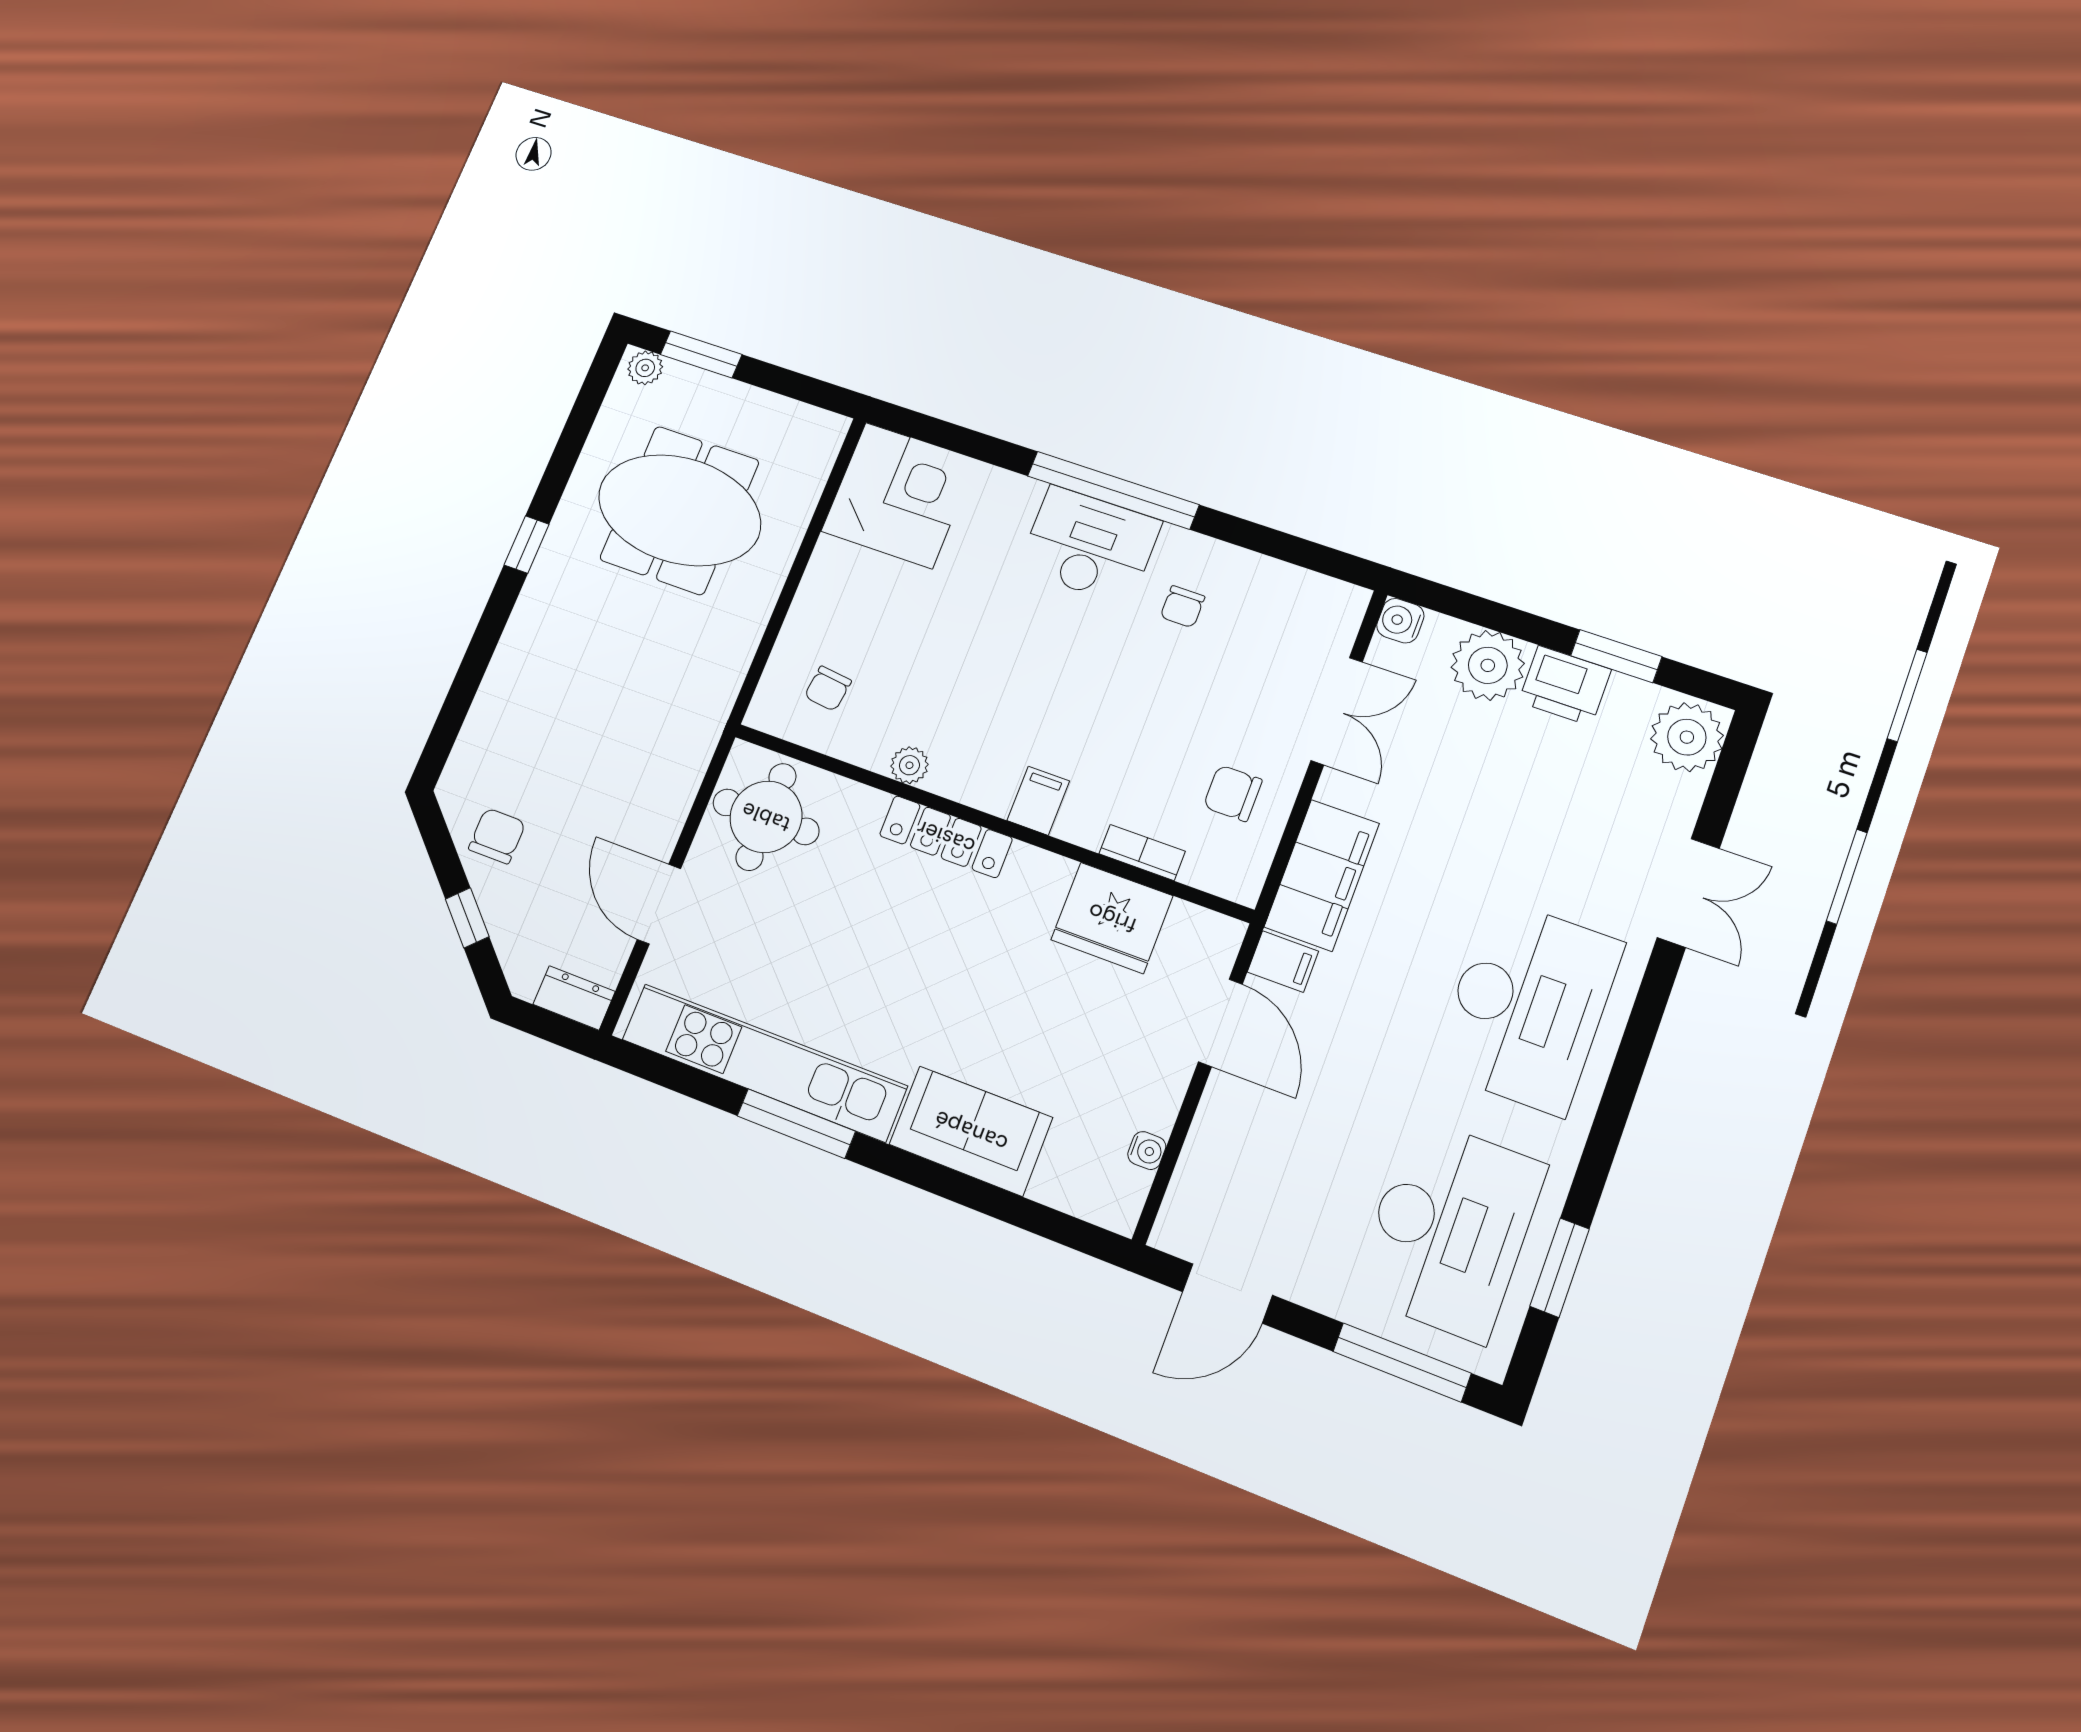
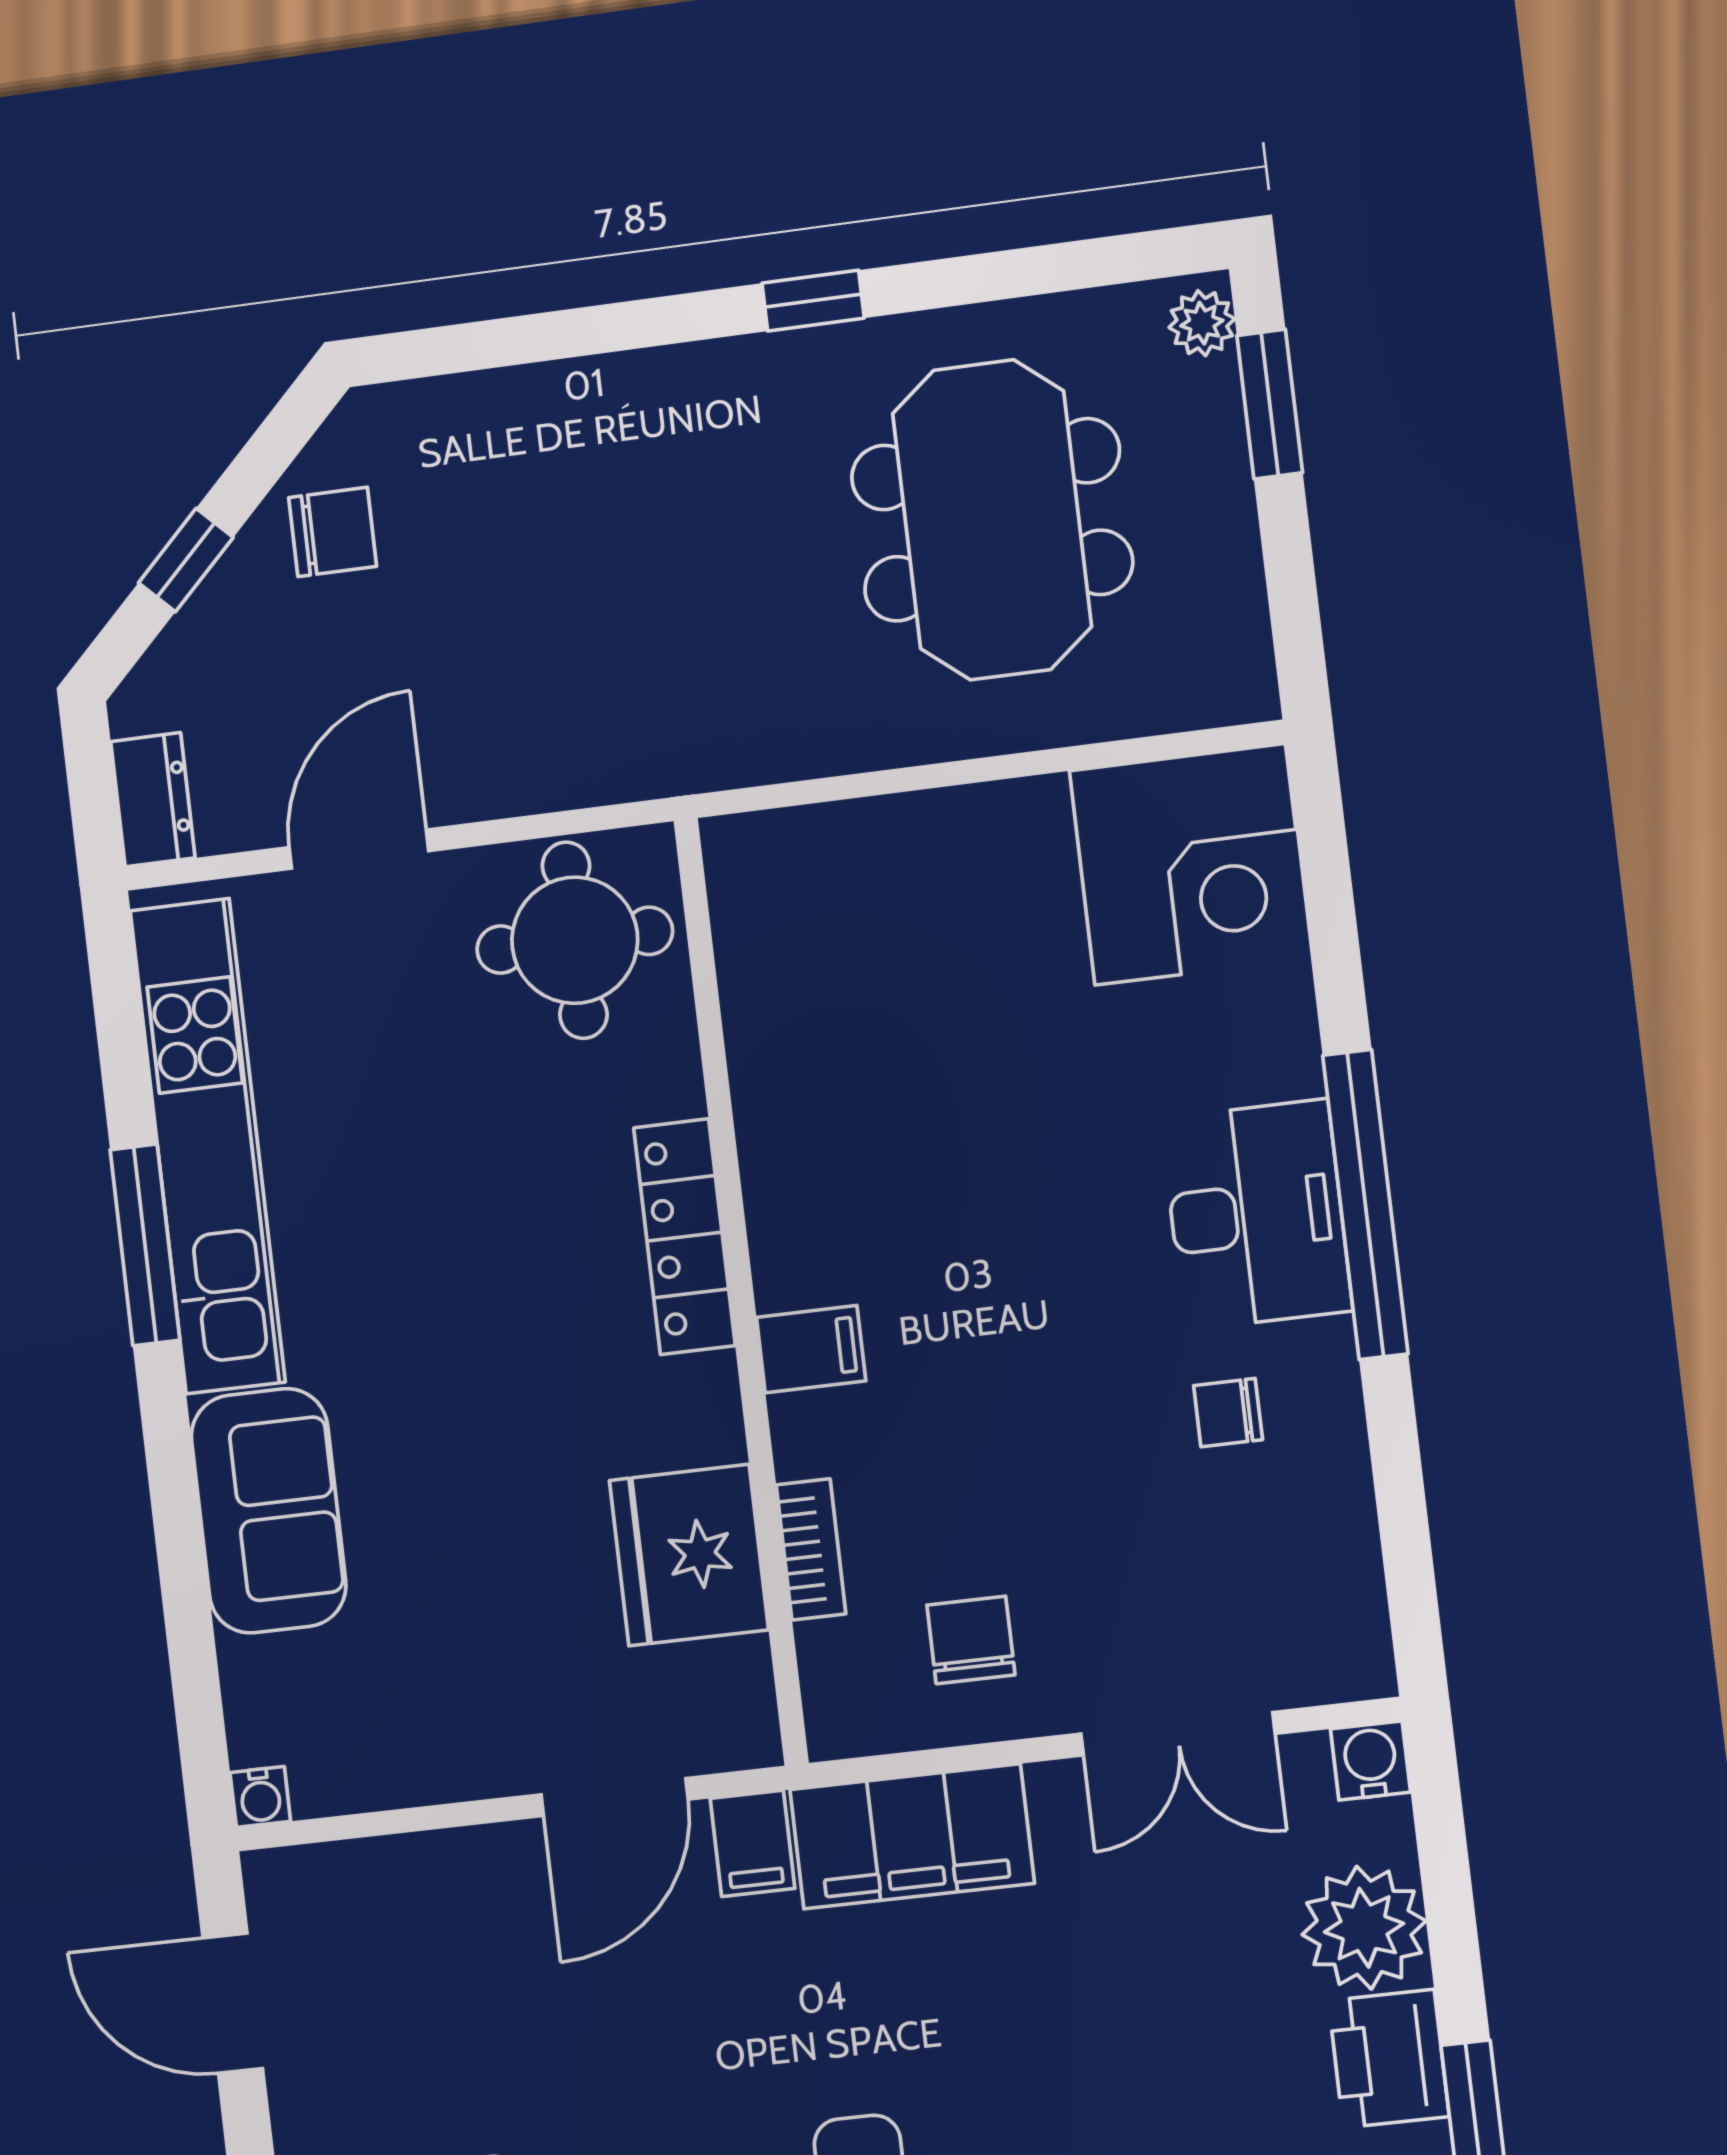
chair: (828, 689) -> (823, 925), removed
plant: (909, 765) -> (766, 1120), removed
water cooler: (1147, 1151) -> (260, 1797), moved

